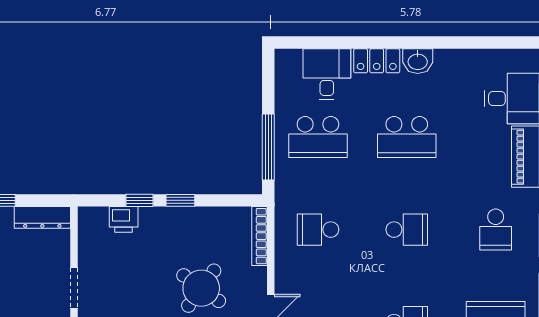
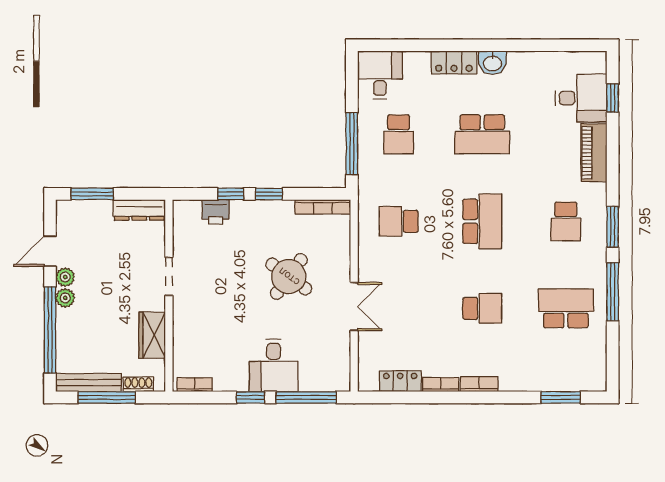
desk: (327, 74) -> (380, 75), moved
school desk: (318, 137) -> (399, 134), width x0.54
school desk: (407, 230) -> (482, 221), width x1.85
bookcase: (259, 236) -> (323, 207), moved, turned -90

